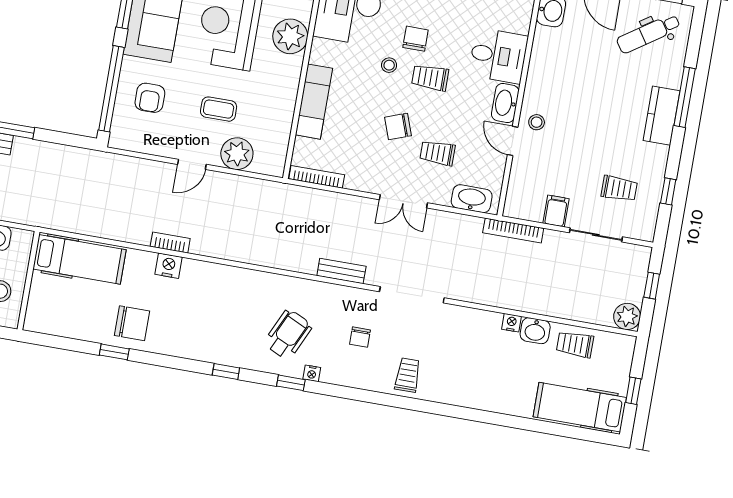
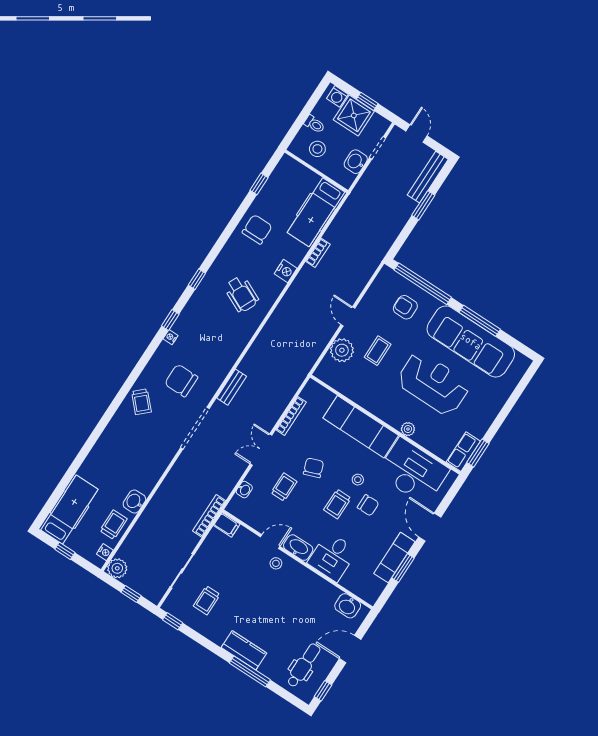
dental chair: (648, 34) -> (304, 665), turned 34
plant: (290, 36) -> (408, 429), width x0.53, depth x0.53
trolley: (430, 78) -> (337, 504), turned 180
exam couch: (314, 102) -> (361, 427), width x1.36, depth x1.45
bookcase: (317, 177) -> (291, 416), moved
window: (668, 191) -> (173, 621), moved
washbasin: (472, 199) -> (244, 490), width x0.52, depth x0.69
filing cabinet: (556, 211) -> (227, 525), moved
bookcase: (170, 243) -> (318, 253), moved
chair: (132, 323) -> (257, 229), turned 180
nightstand: (511, 323) -> (105, 552), moved
wheelchair: (288, 334) -> (241, 294), moved
chair: (360, 337) -> (181, 380), width x1.87, depth x1.87
window: (114, 352) -> (259, 184), moved
trolley: (408, 375) -> (141, 402), turned 47

